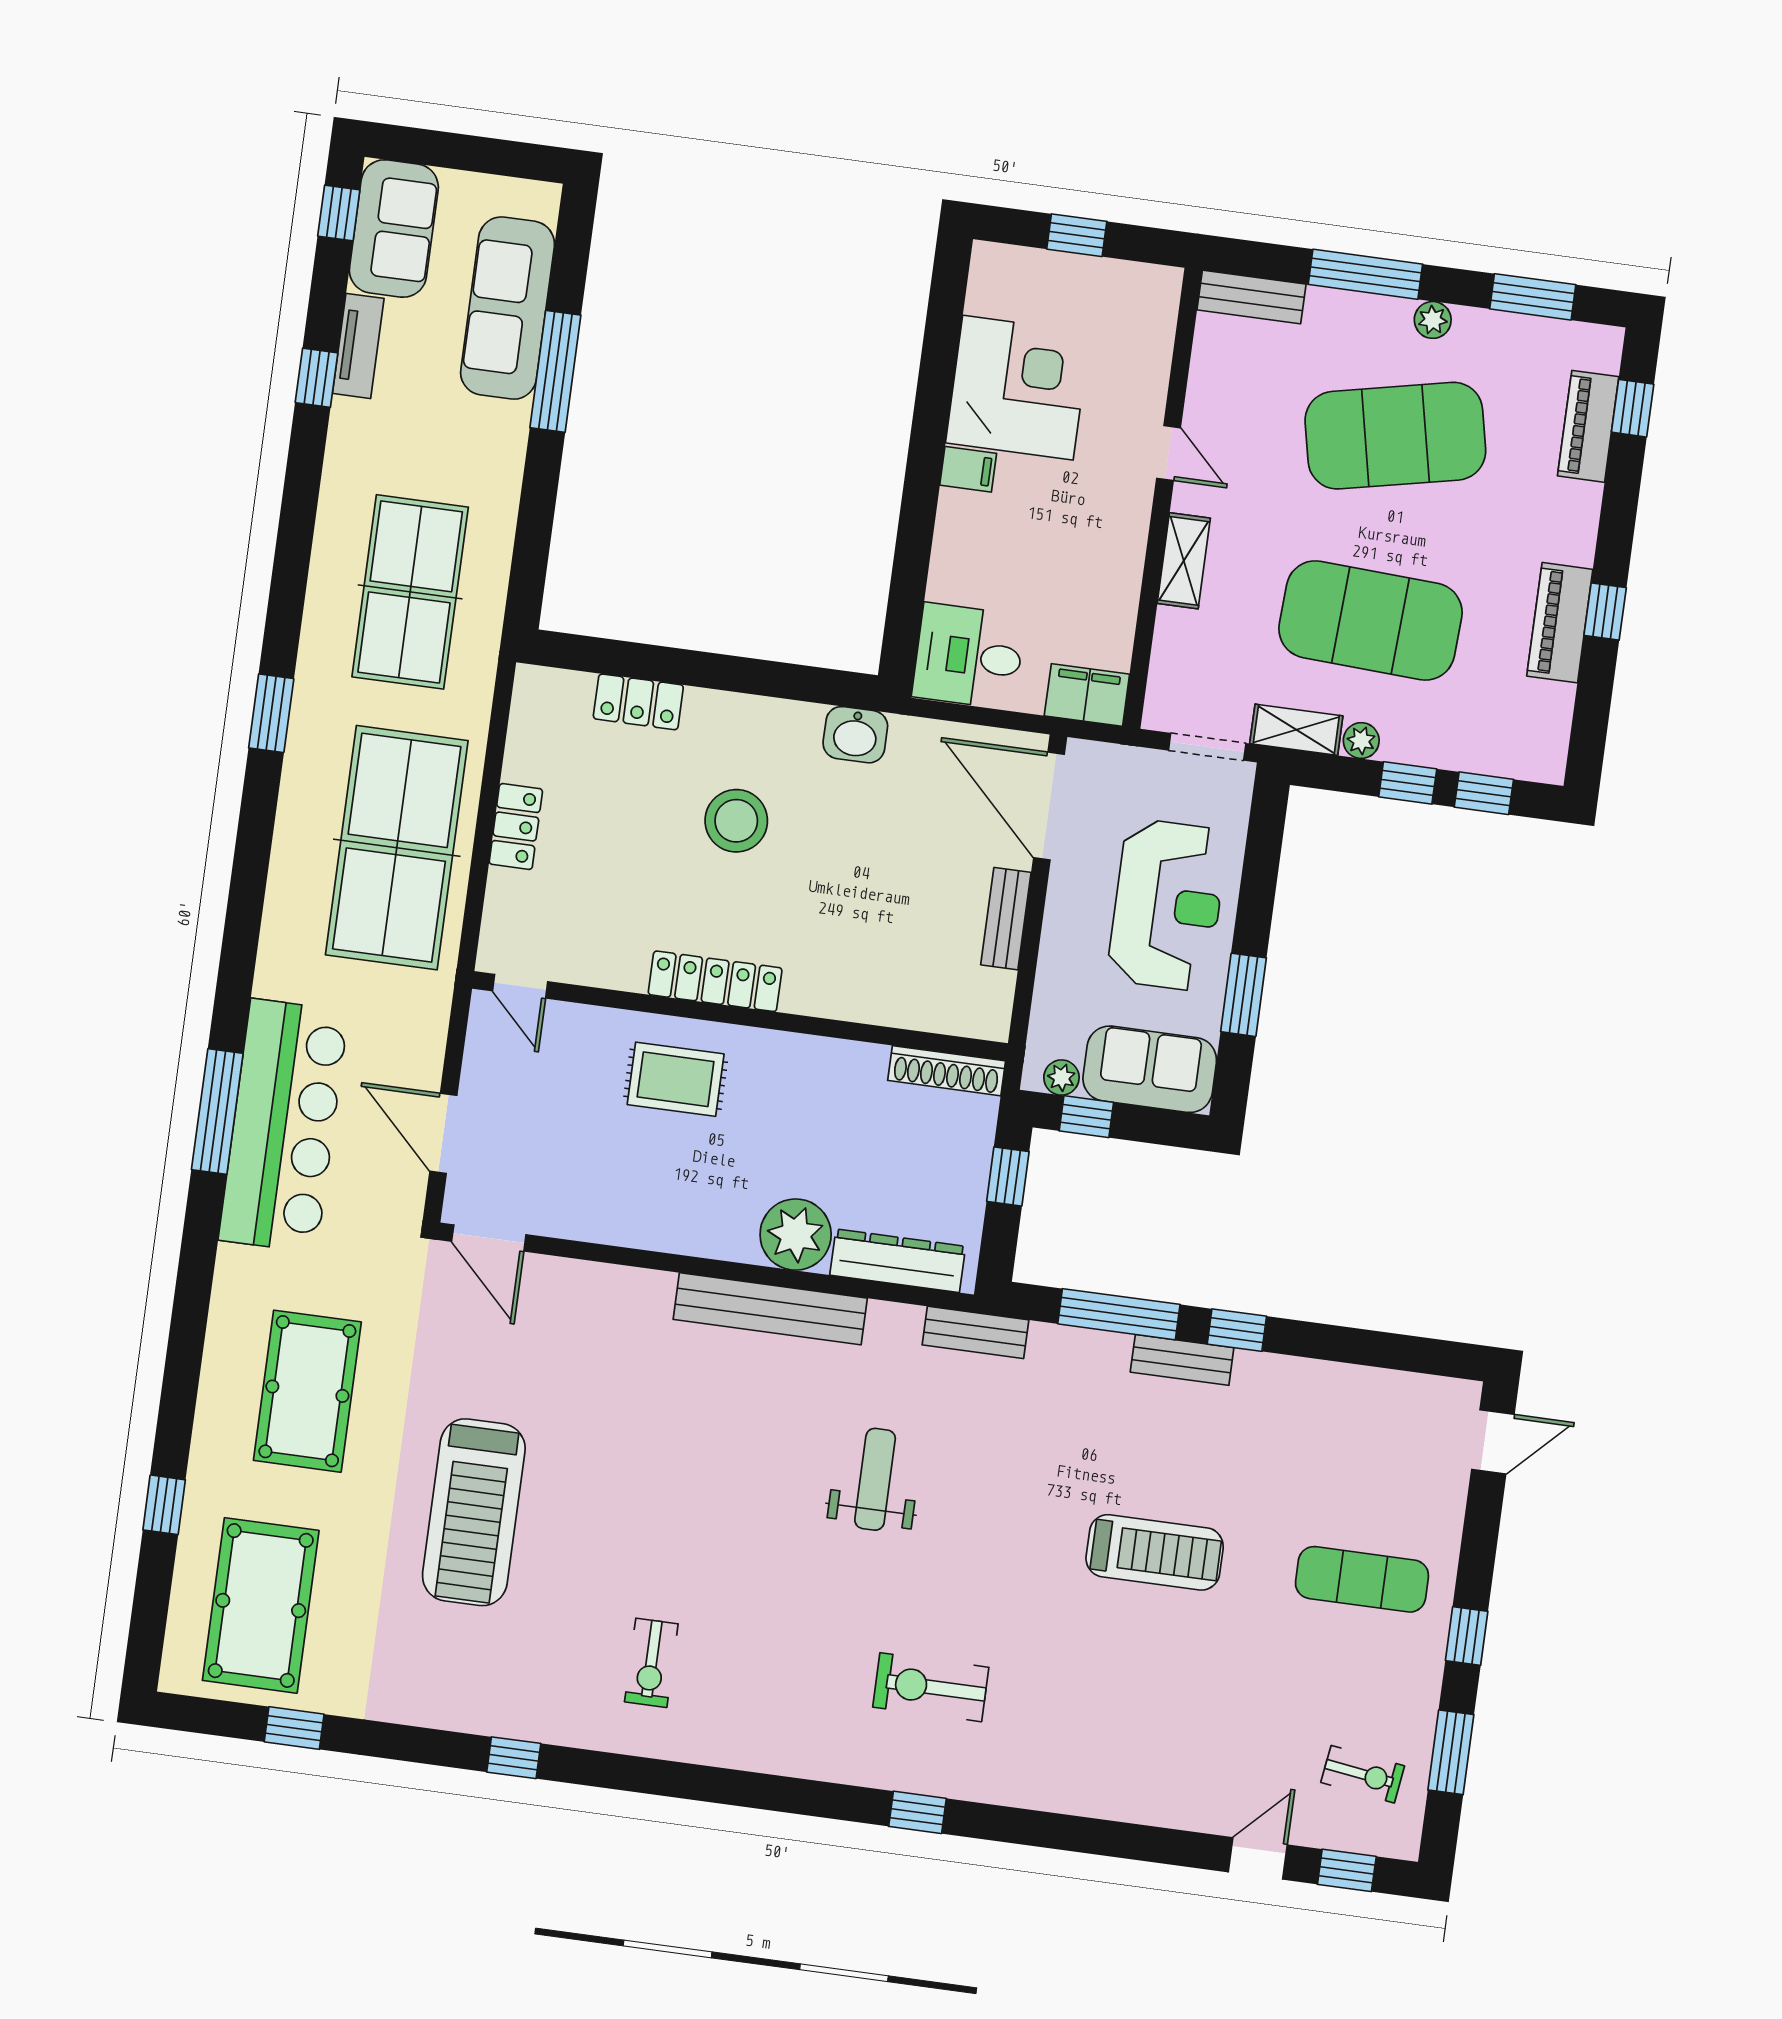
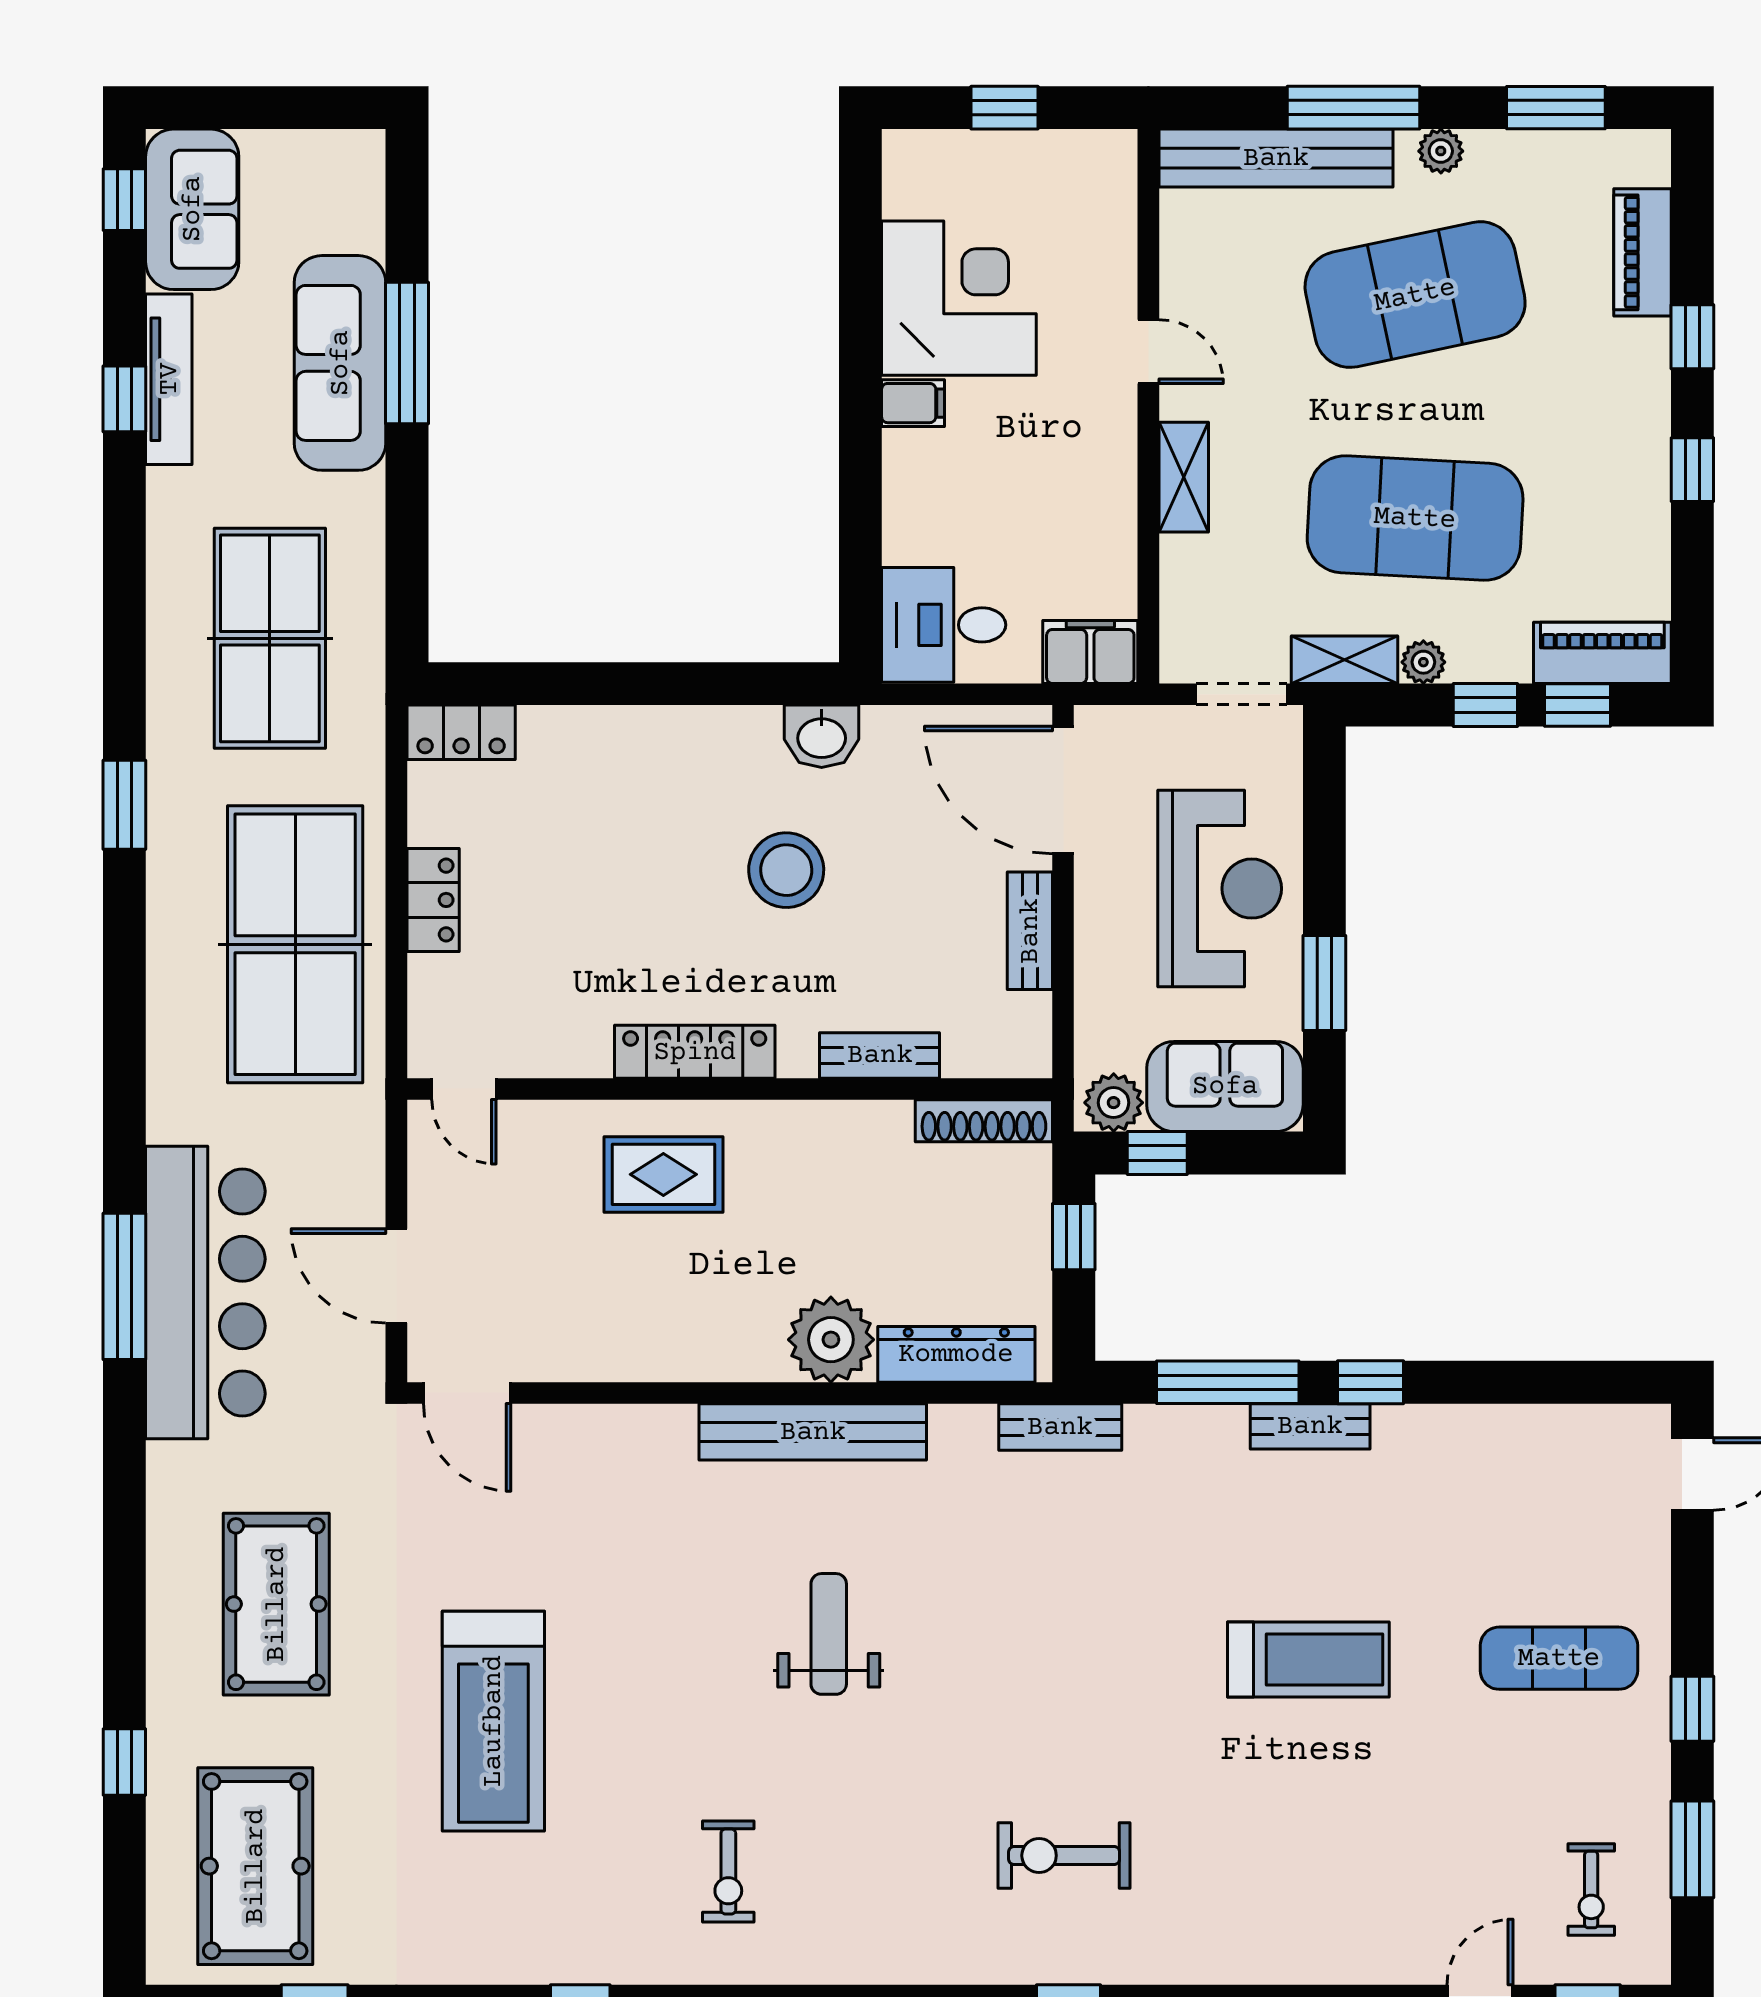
bench: (1251, 297) -> (1276, 158), width x1.86, depth x1.21
sofa: (508, 308) -> (340, 363), moved
tv unit: (358, 346) -> (169, 379), width x1.41
window: (1633, 408) -> (1692, 337), moved
piano: (1560, 623) -> (1602, 653), moved, turned 90
locker: (638, 702) -> (461, 732), moved
stool: (736, 821) -> (786, 870), moved
bench: (868, 1005) -> (880, 1055), added
plant: (1061, 1078) -> (1114, 1103), width x1.38, depth x1.38
weight bench: (875, 1479) -> (829, 1634), moved
exercise bike: (1363, 1774) -> (1591, 1890), turned 82

